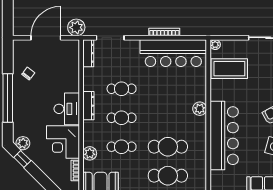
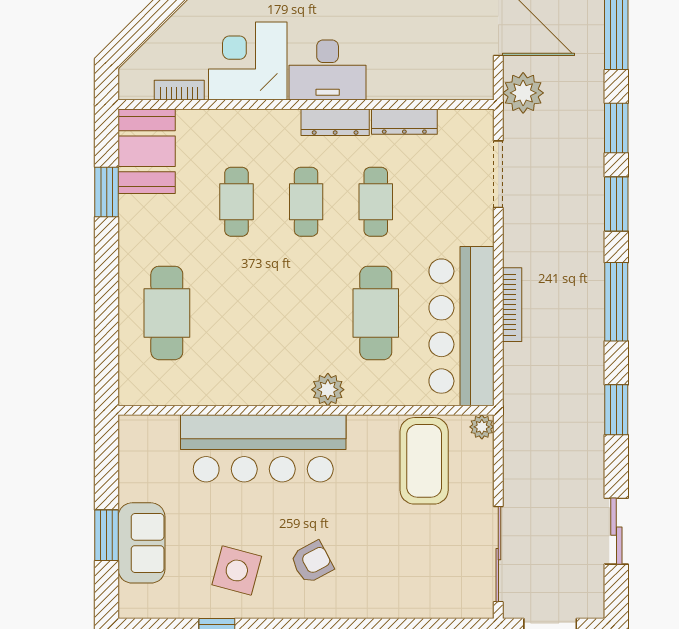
dresser: (88, 53) -> (404, 122), moved
cafe table: (168, 147) -> (376, 313), moved
plant: (90, 153) -> (220, 125), removed

